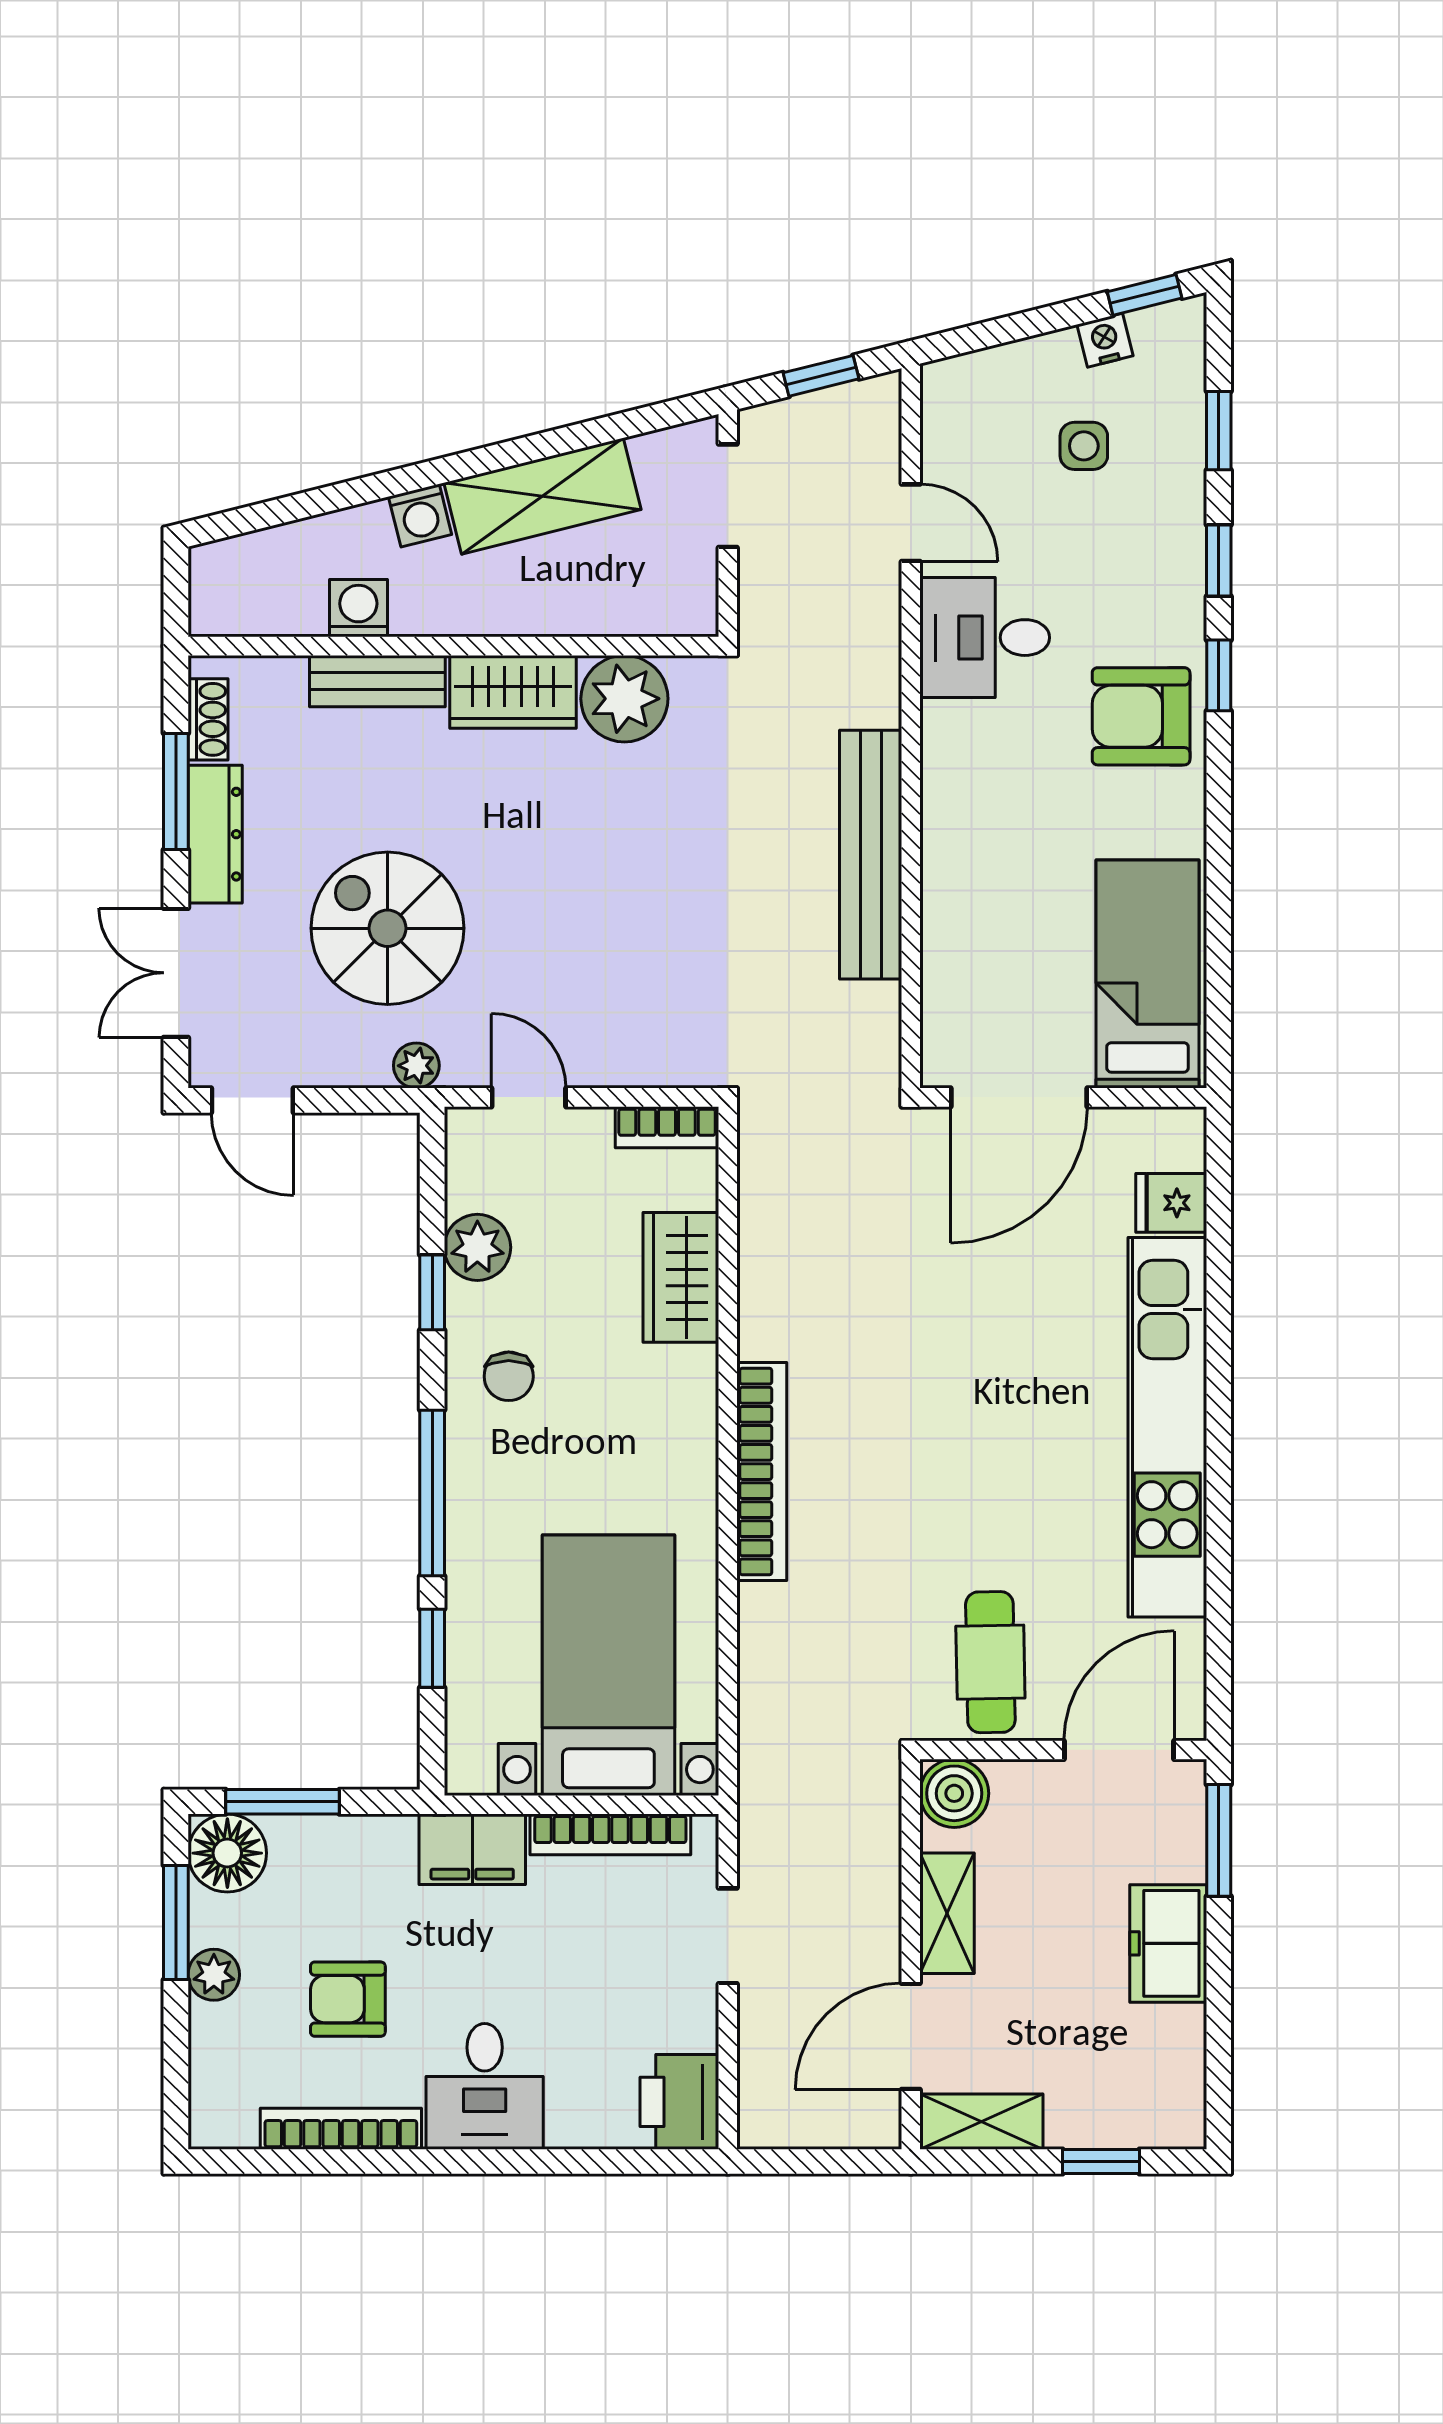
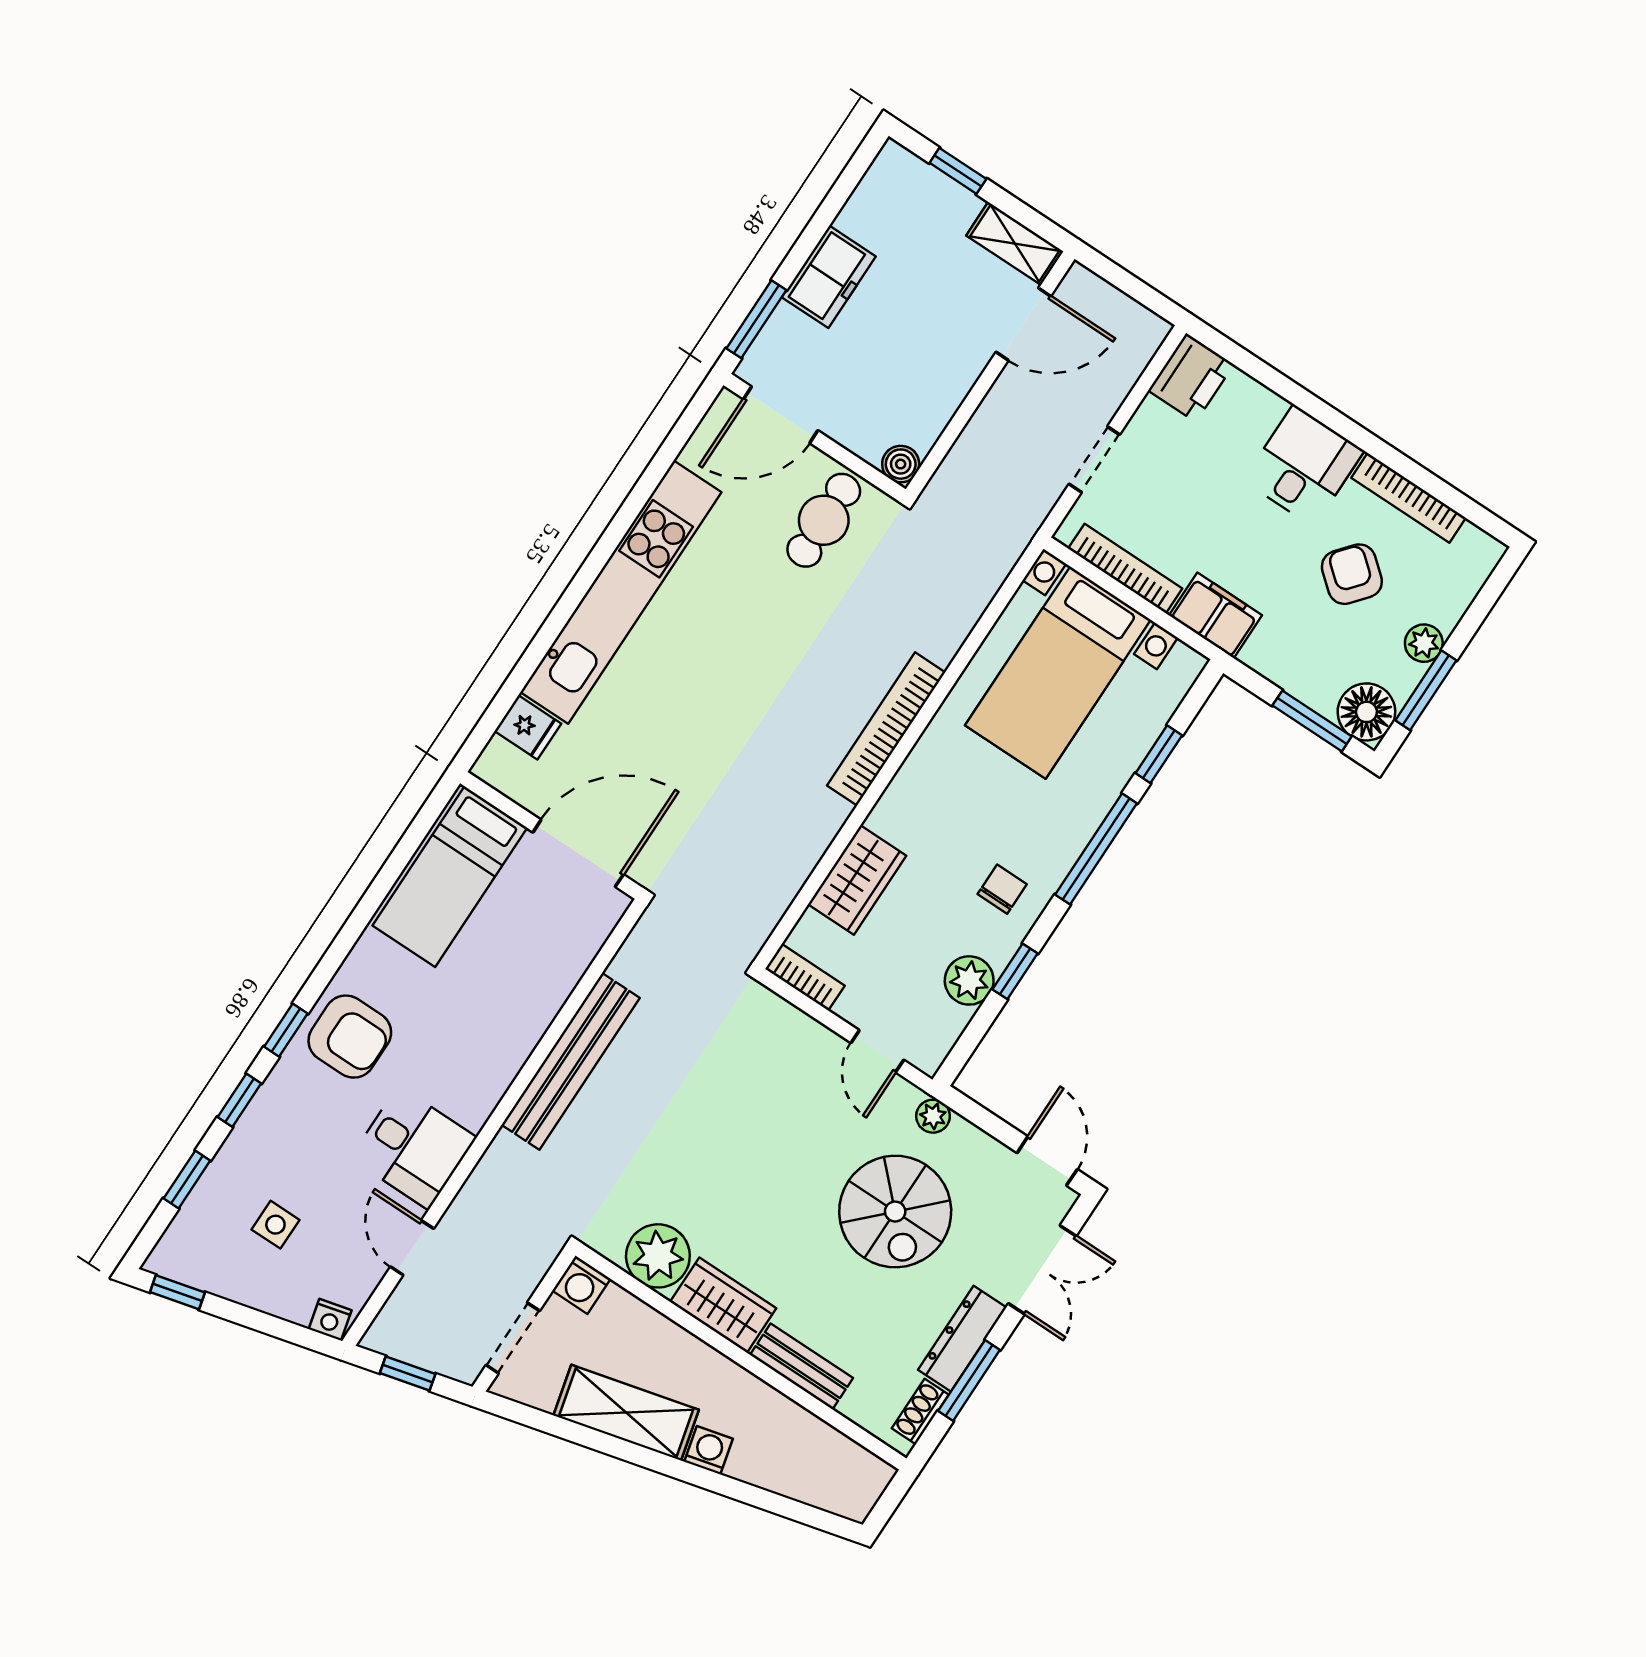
nightstand: (1105, 340) -> (330, 1320), moved
washing machine: (358, 608) -> (581, 1285), moved
boiler: (954, 1793) -> (901, 464), width x0.73, depth x0.73
shelving: (947, 1913) -> (952, 384), removed
armchair: (348, 1999) -> (1352, 574), turned -140

